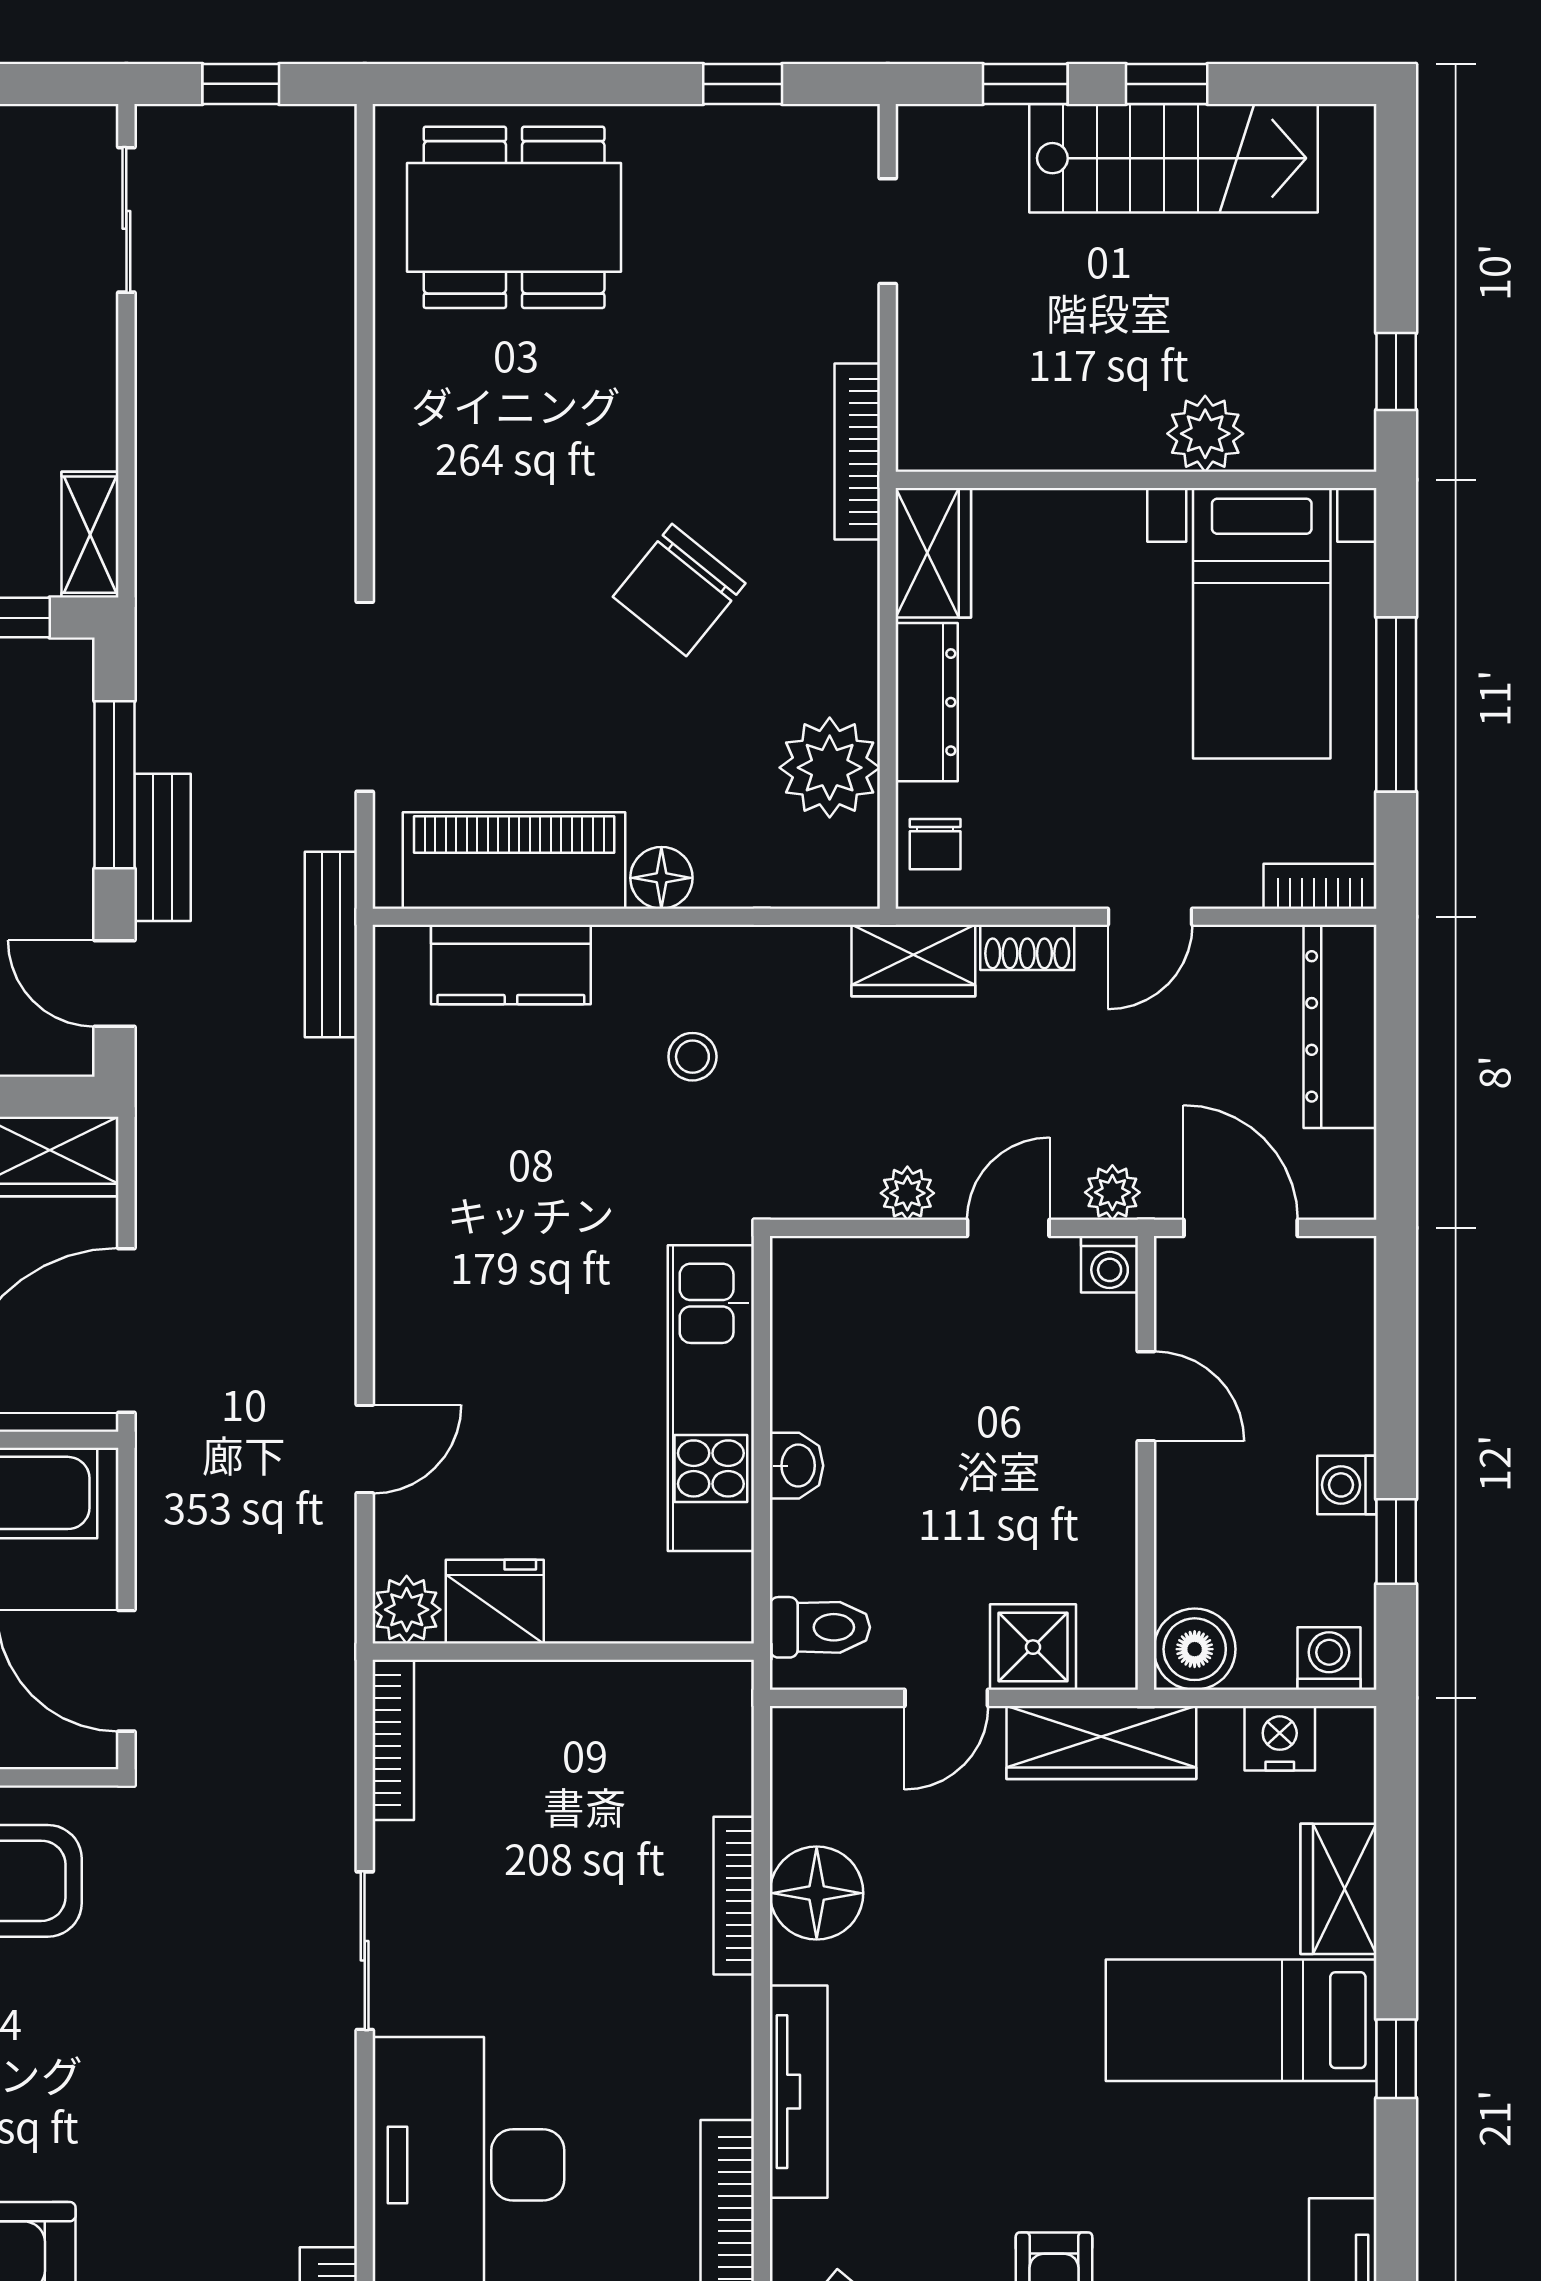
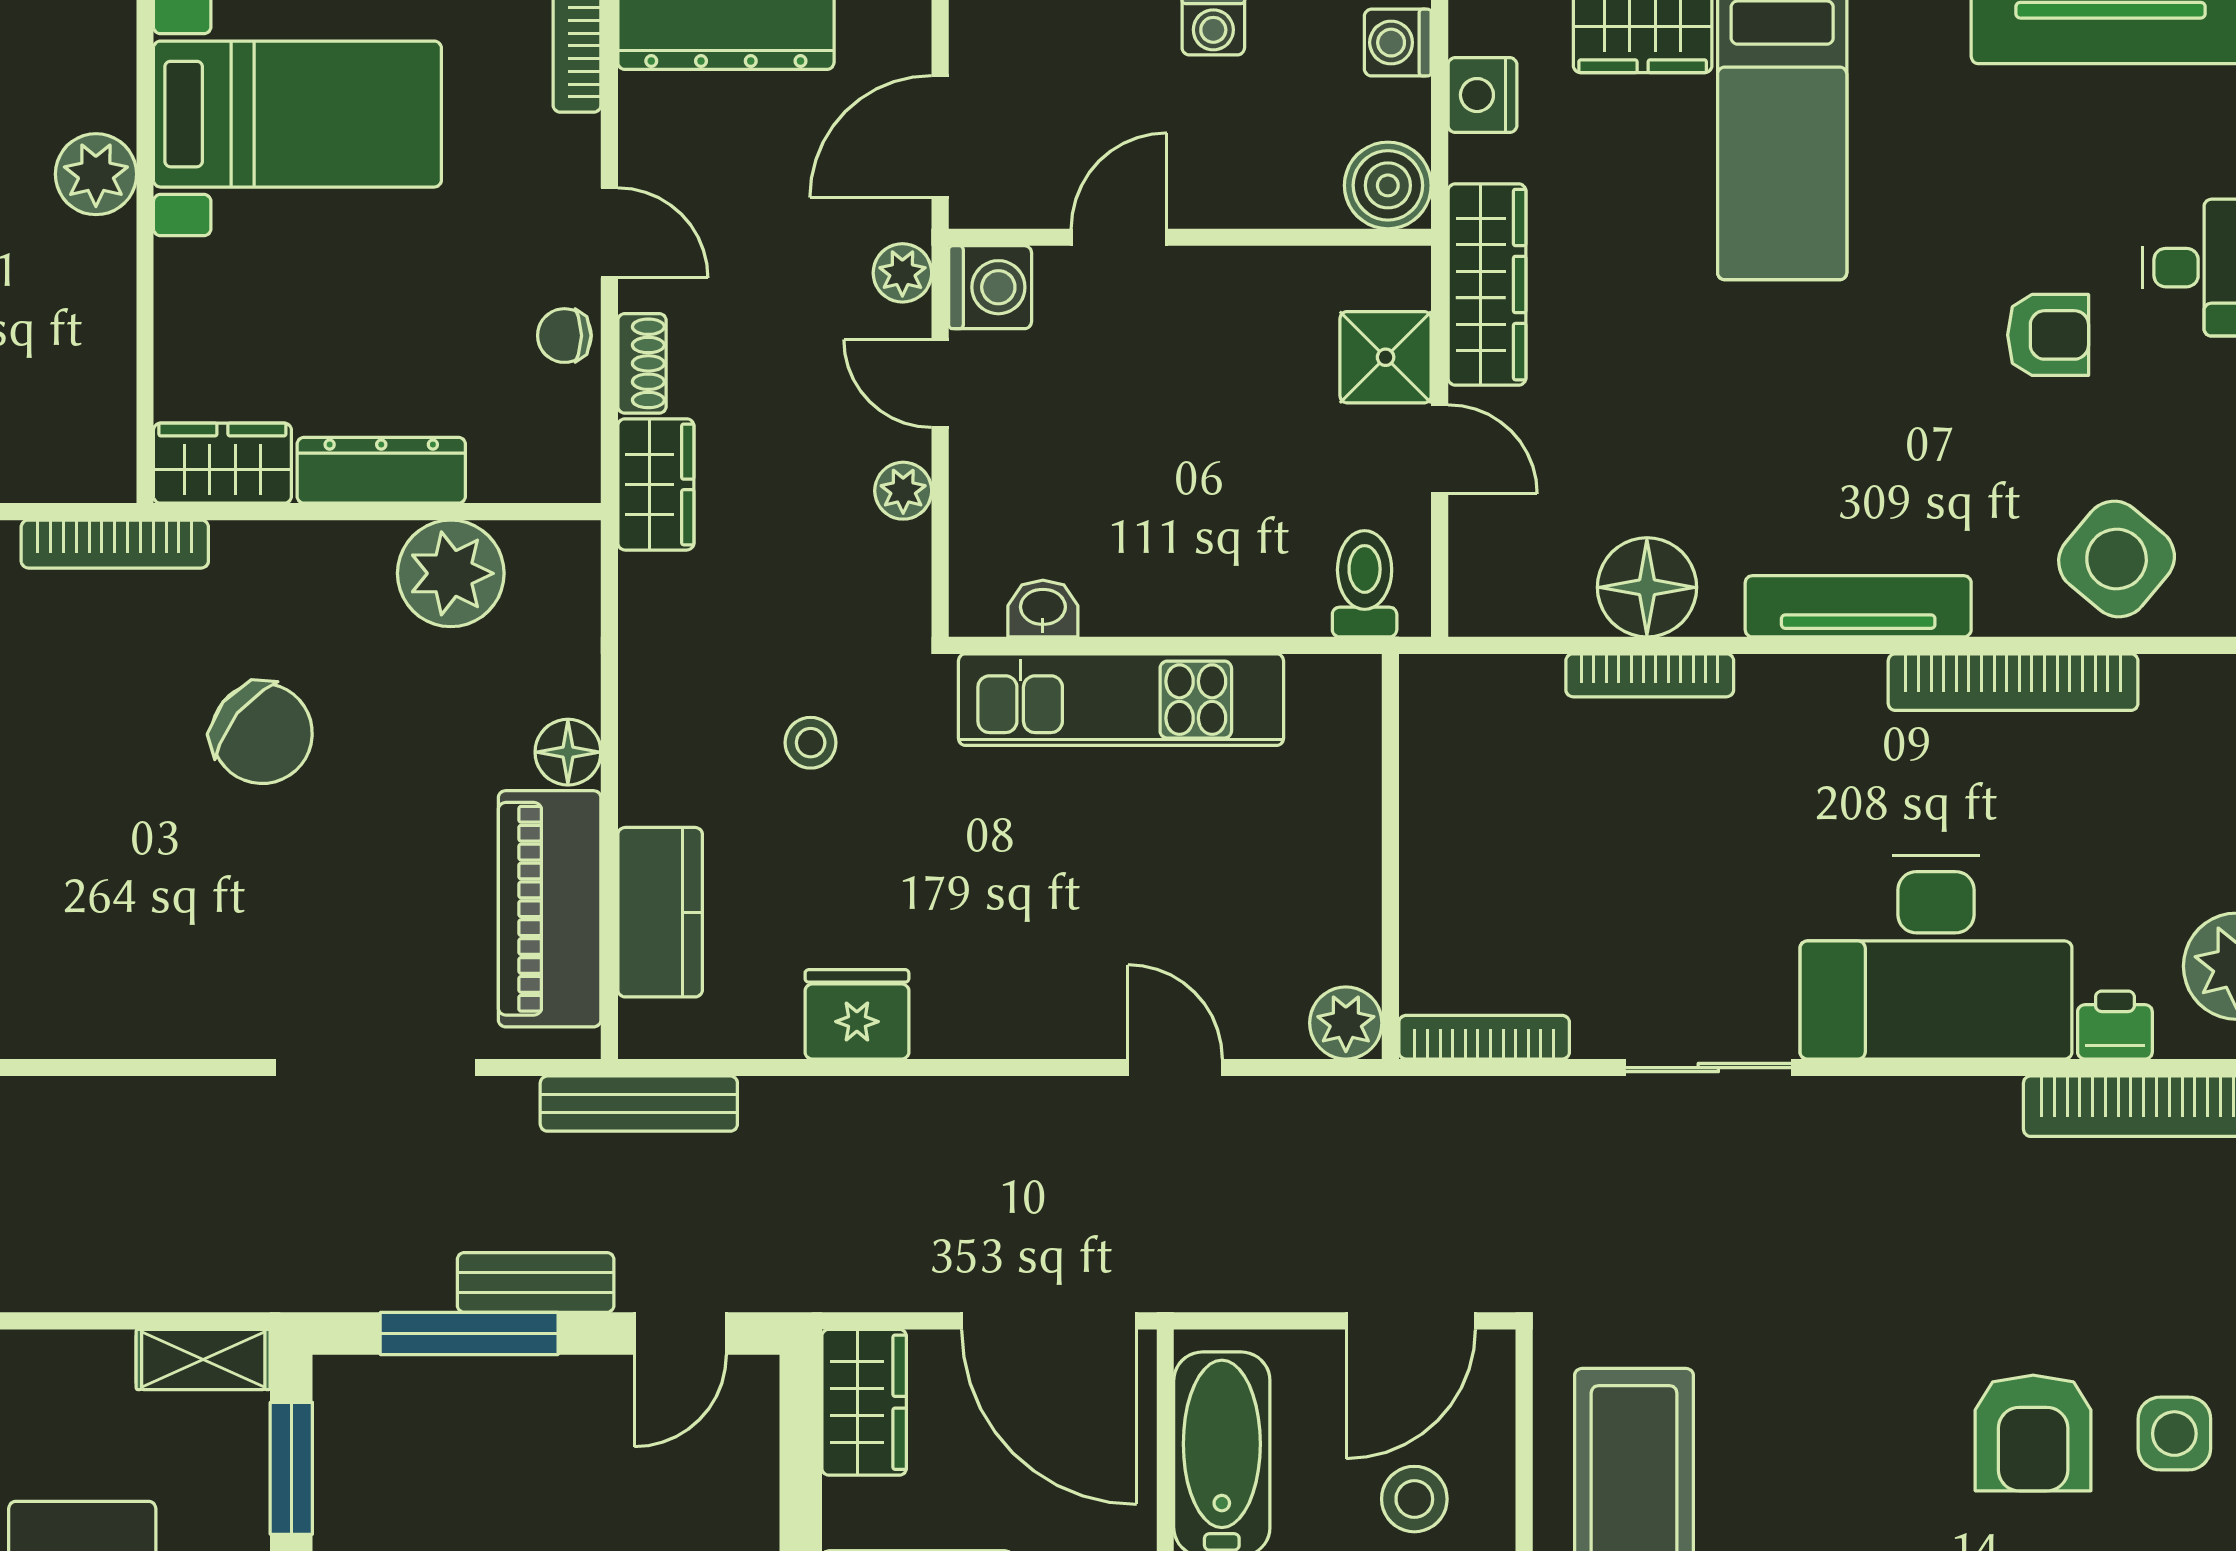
chair: (935, 844) -> (564, 336), moved, turned 180
stool: (692, 1057) -> (811, 743), moved
washing machine: (1110, 1264) -> (990, 287), width x1.38, depth x1.38
washbasin: (797, 1466) -> (1043, 609), moved
fridge: (495, 1602) -> (857, 1014), moved, turned 90

